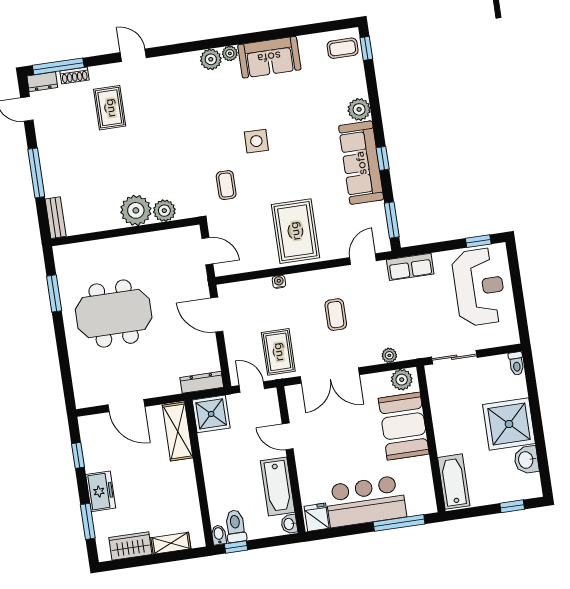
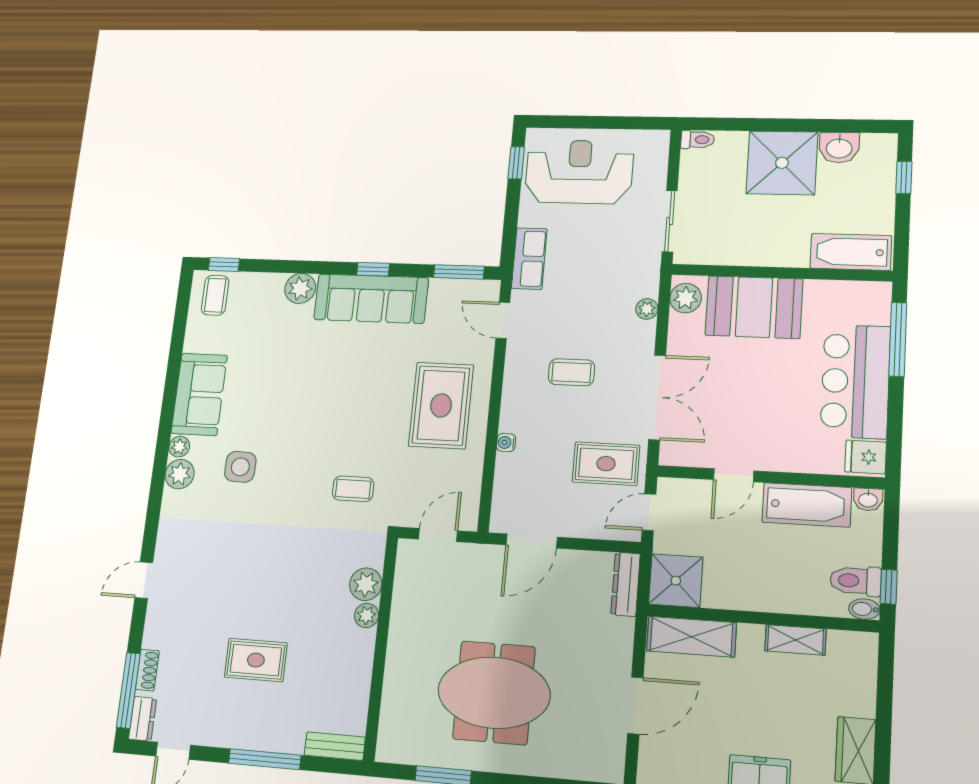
rug: (110, 108) -> (256, 660), moved
side table: (256, 141) -> (240, 467), moved
plant: (136, 210) -> (366, 615), width x0.53, depth x0.53
rug: (295, 231) -> (441, 405), turned 90
meeting table: (114, 314) -> (494, 693), turned 90
shelving: (171, 543) -> (795, 640), moved, turned 90

